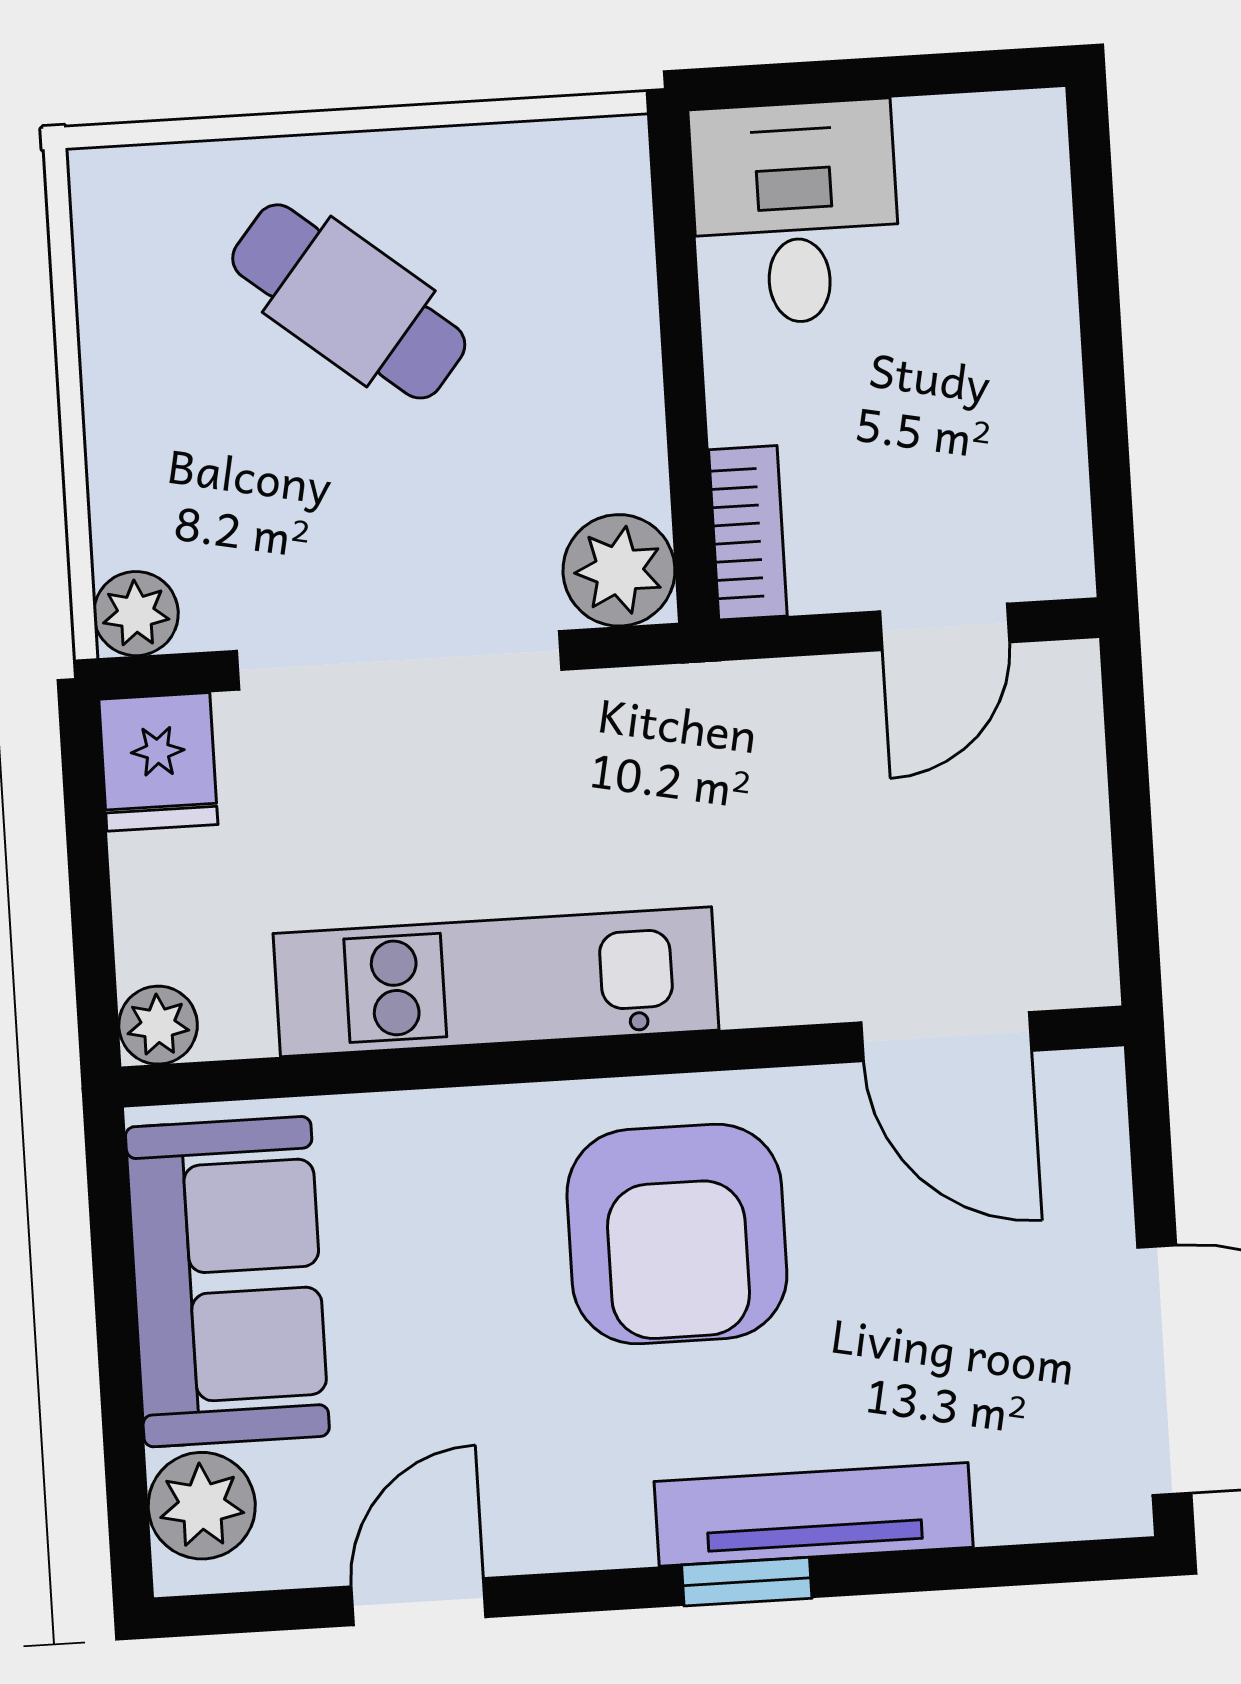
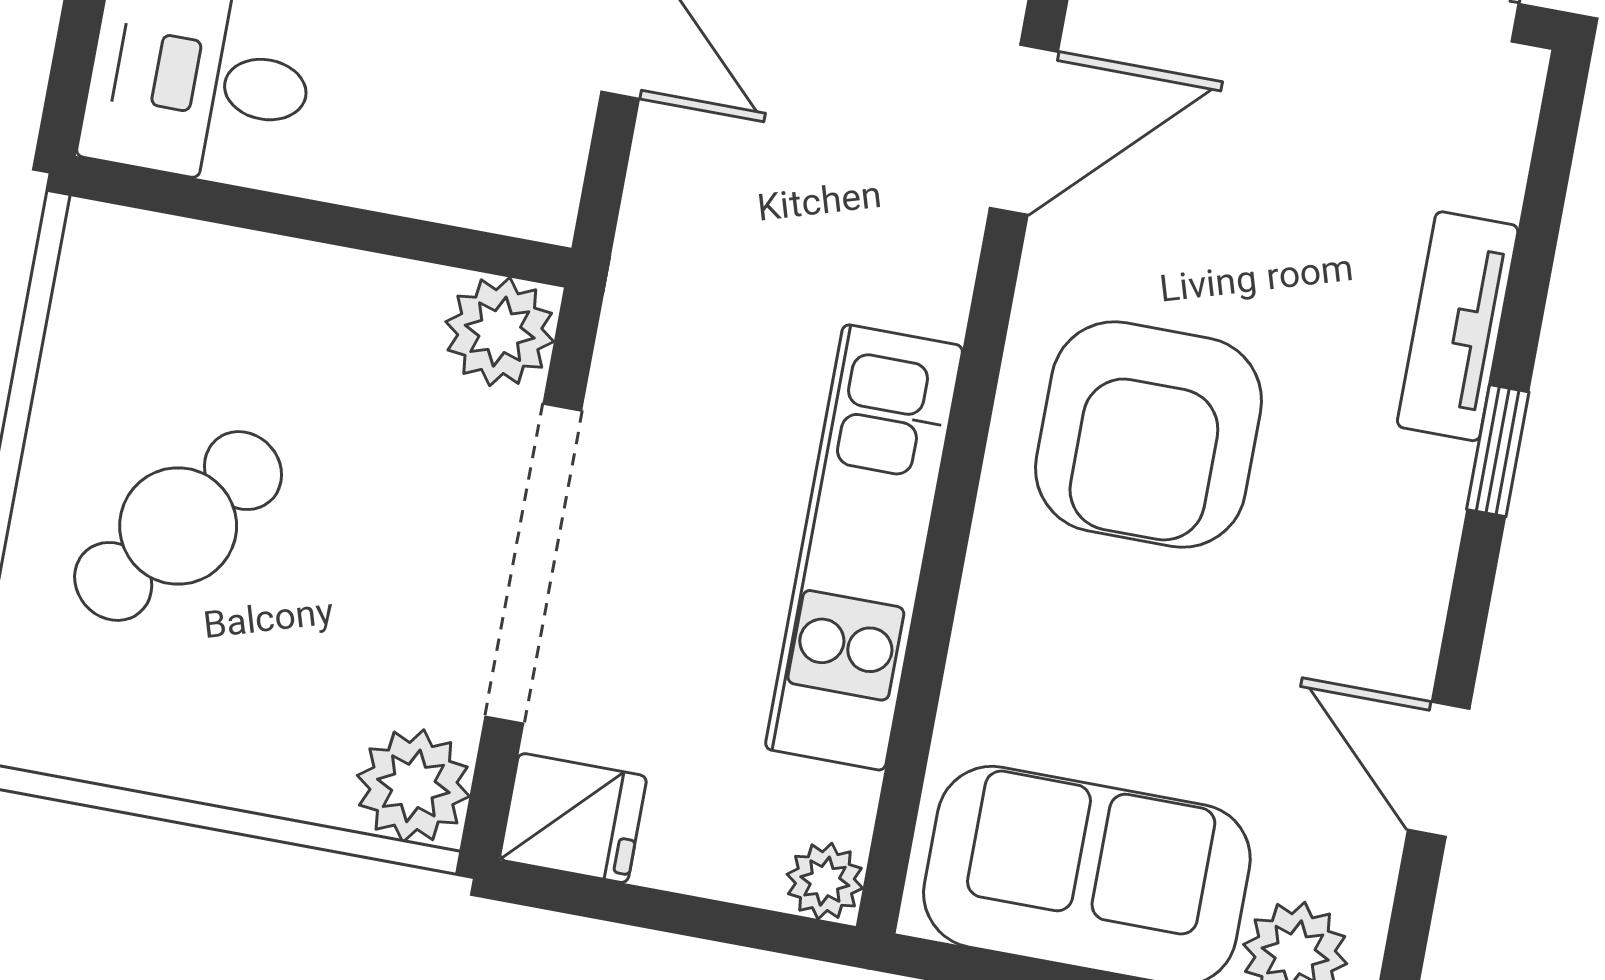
bookcase: (748, 533) -> (495, 199), removed
plant: (136, 614) -> (413, 786), width x1.38, depth x1.38
armchair: (677, 1234) -> (1149, 434), turned 90
tv unit: (814, 1514) -> (1458, 326), width x0.71

